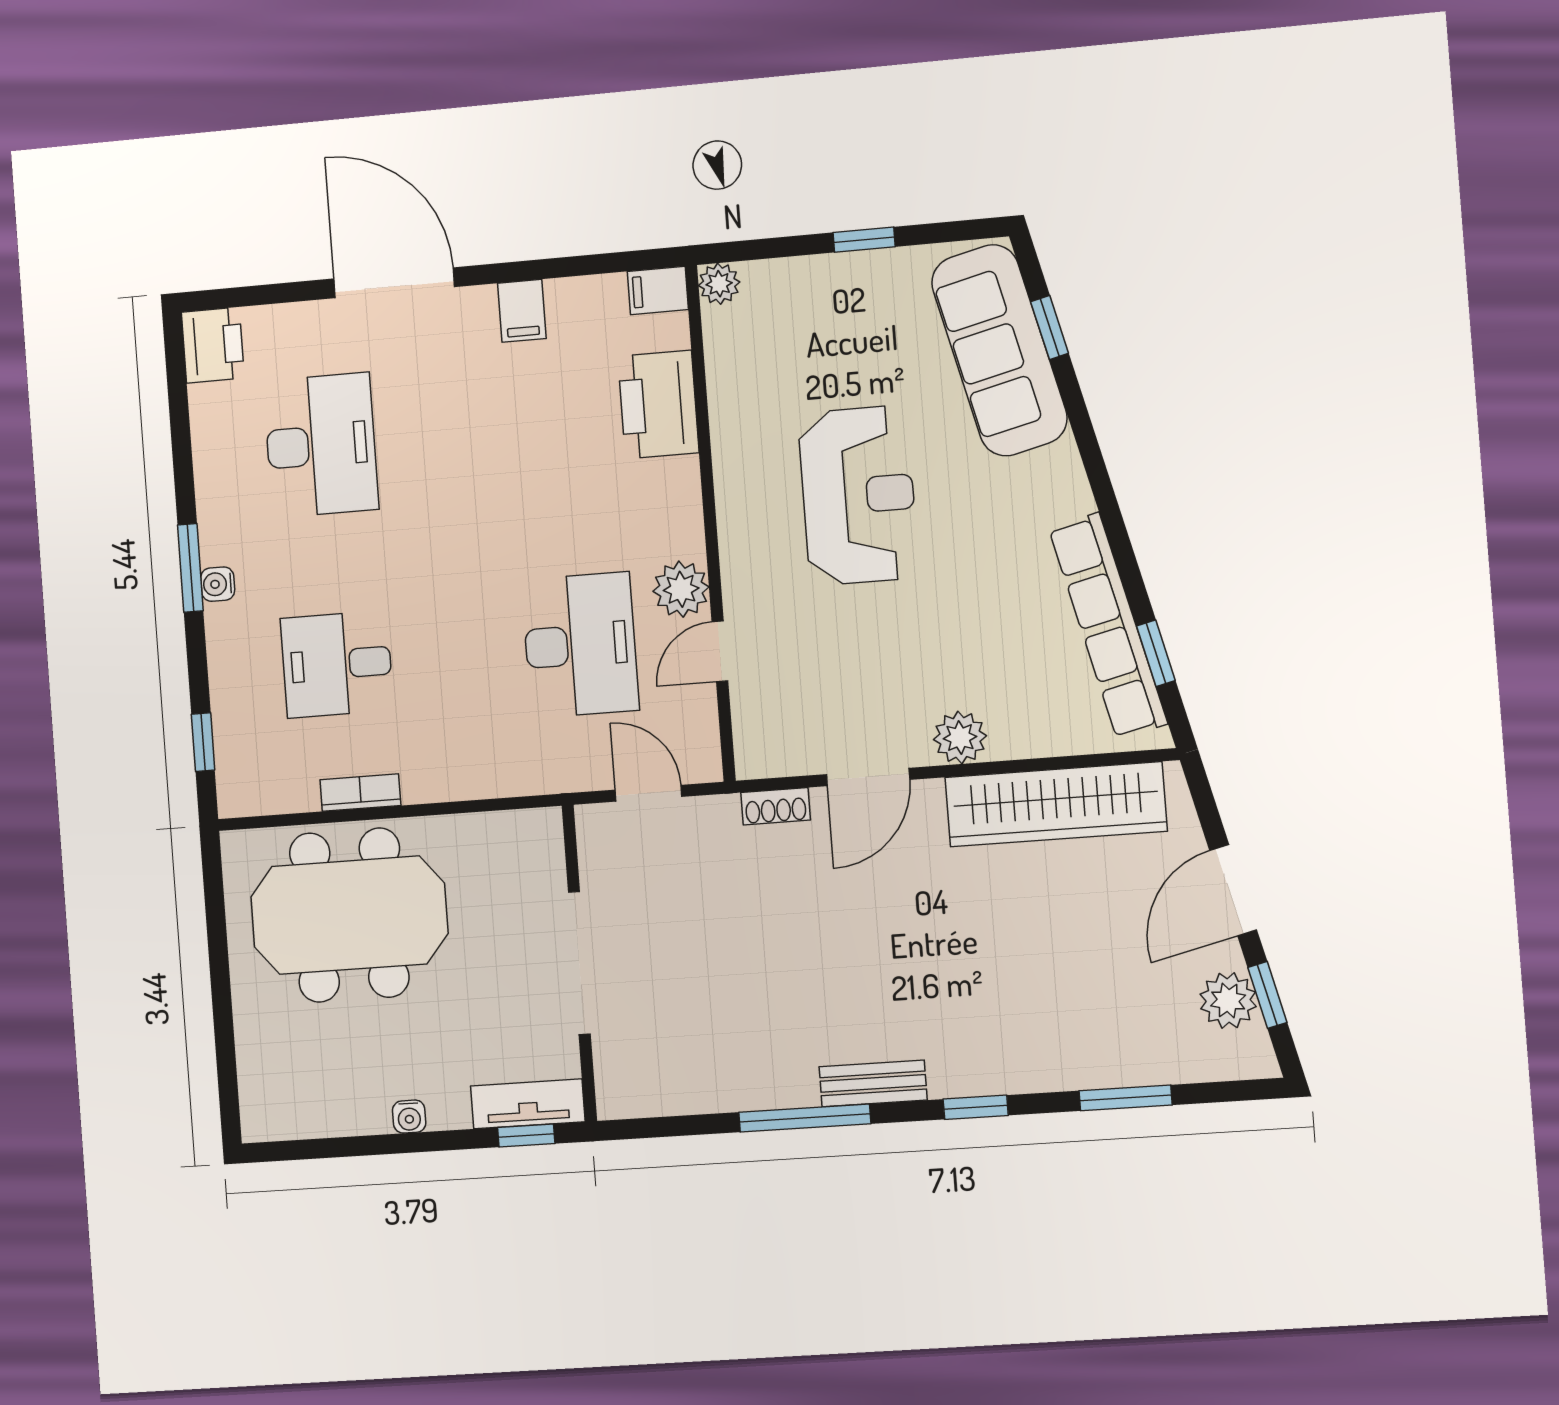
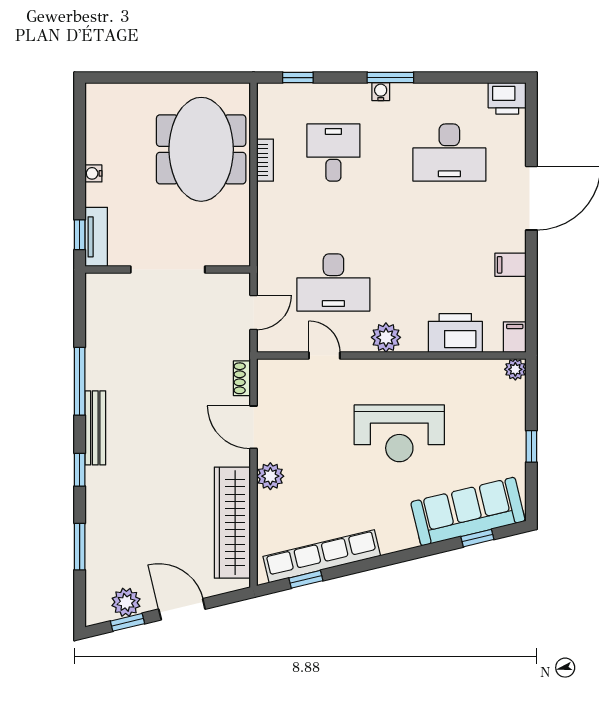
plant: (681, 589) -> (386, 337), moved
bench: (873, 1083) -> (95, 428), width x1.36

